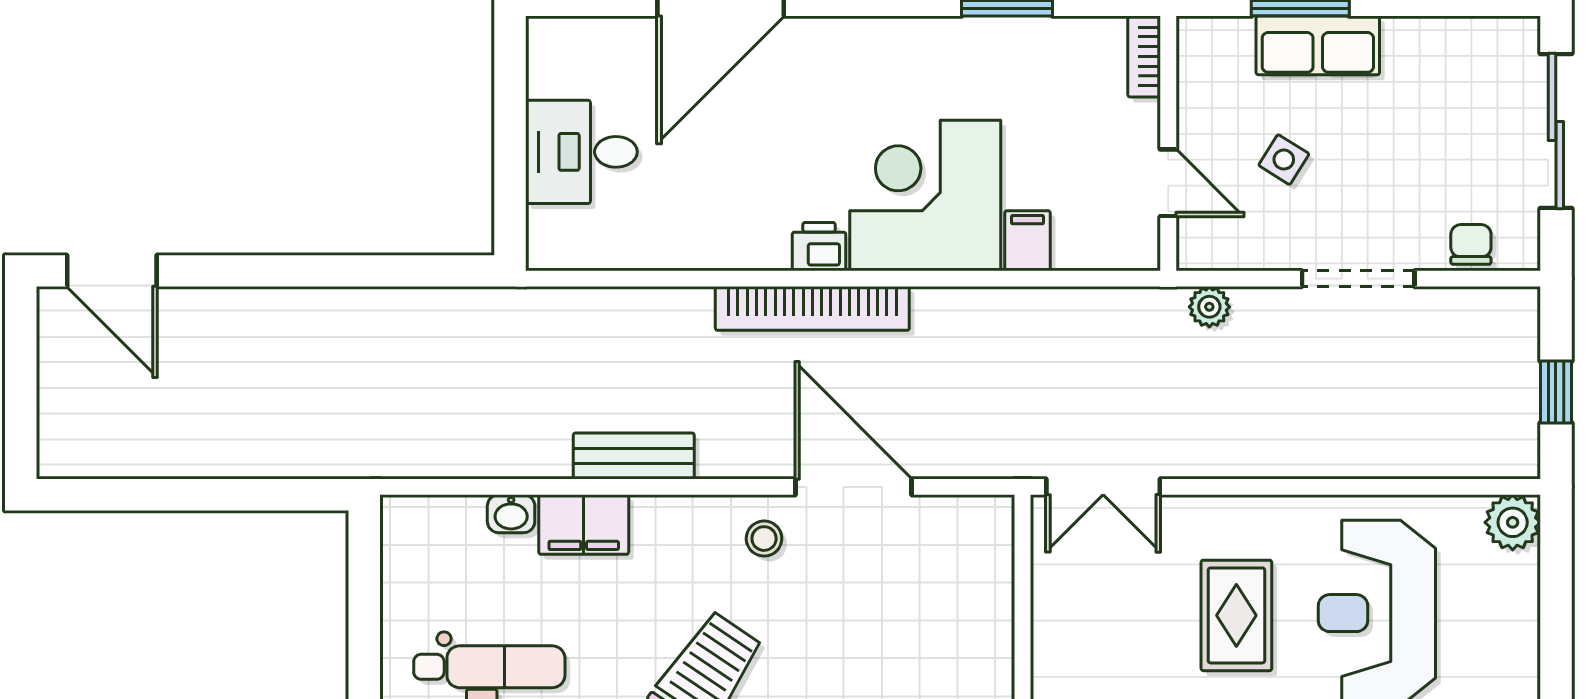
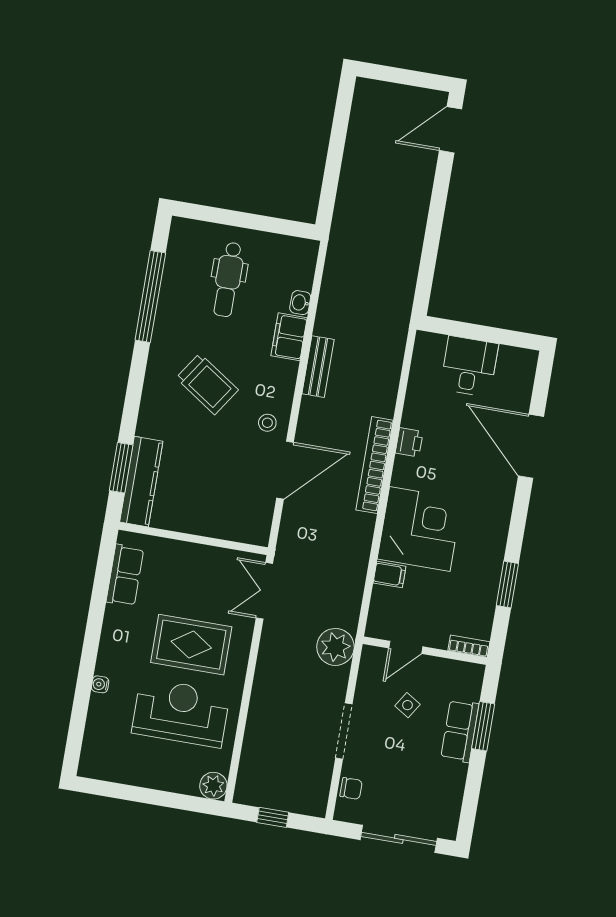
printer: (819, 247) -> (409, 442), moved
plant: (1209, 307) -> (335, 647), width x1.88, depth x1.88
rug: (1236, 615) -> (191, 645), width x1.36, depth x1.43

